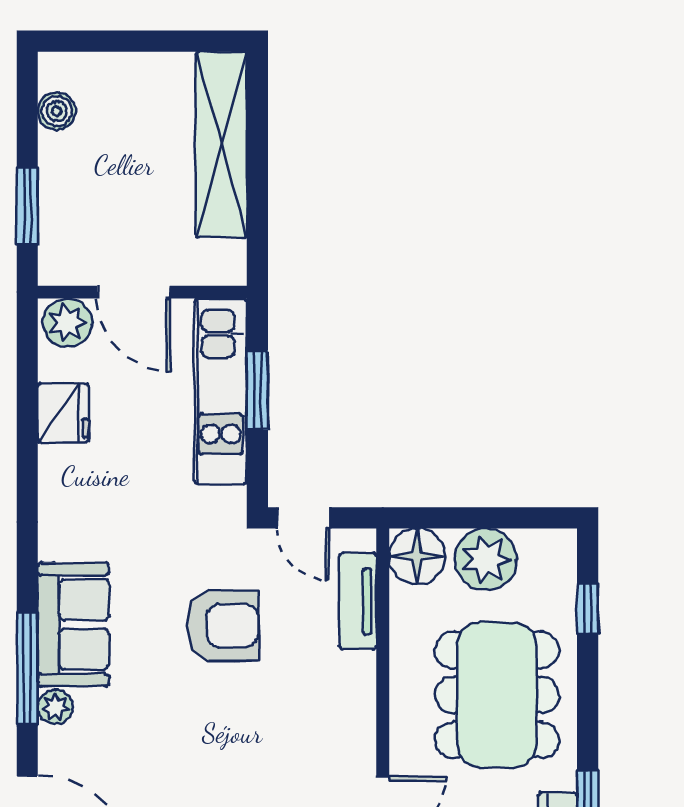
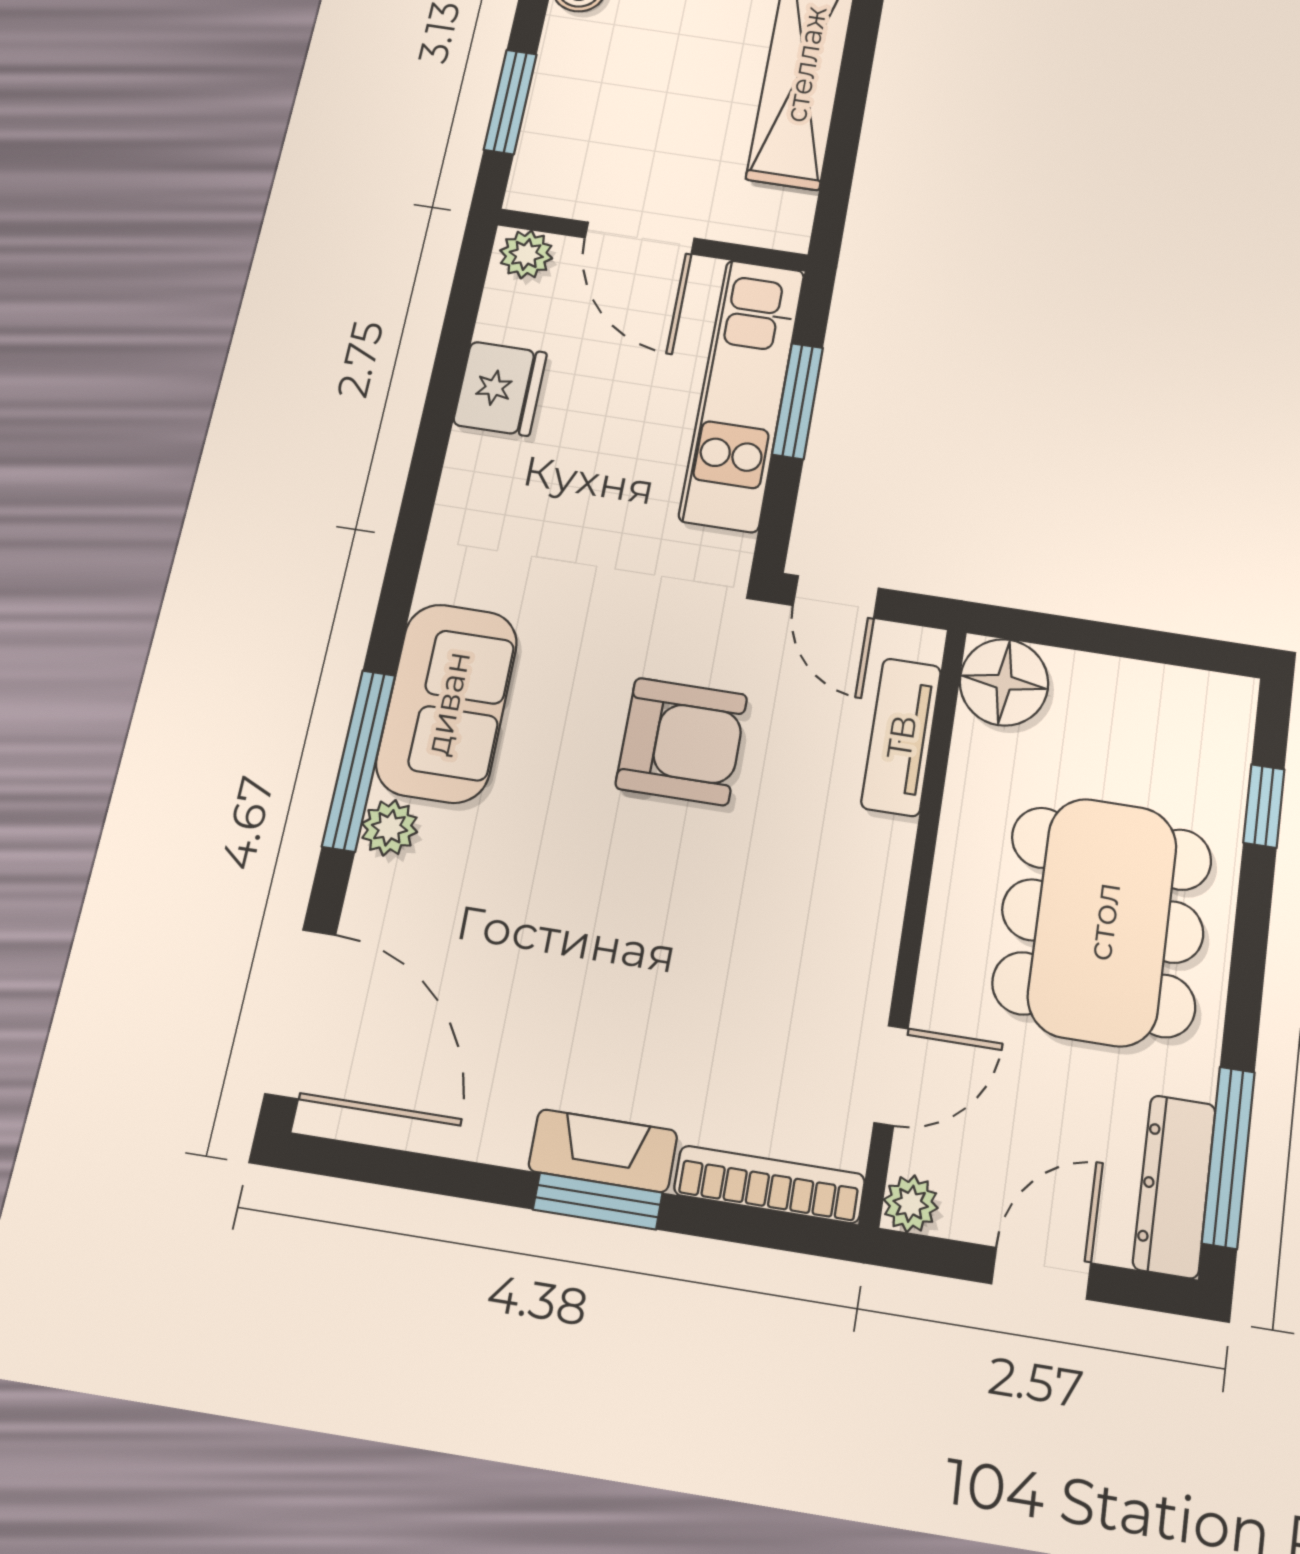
plant: (68, 323) -> (526, 254), width x0.73, depth x0.73
plant: (486, 559) -> (1111, 704), removed

